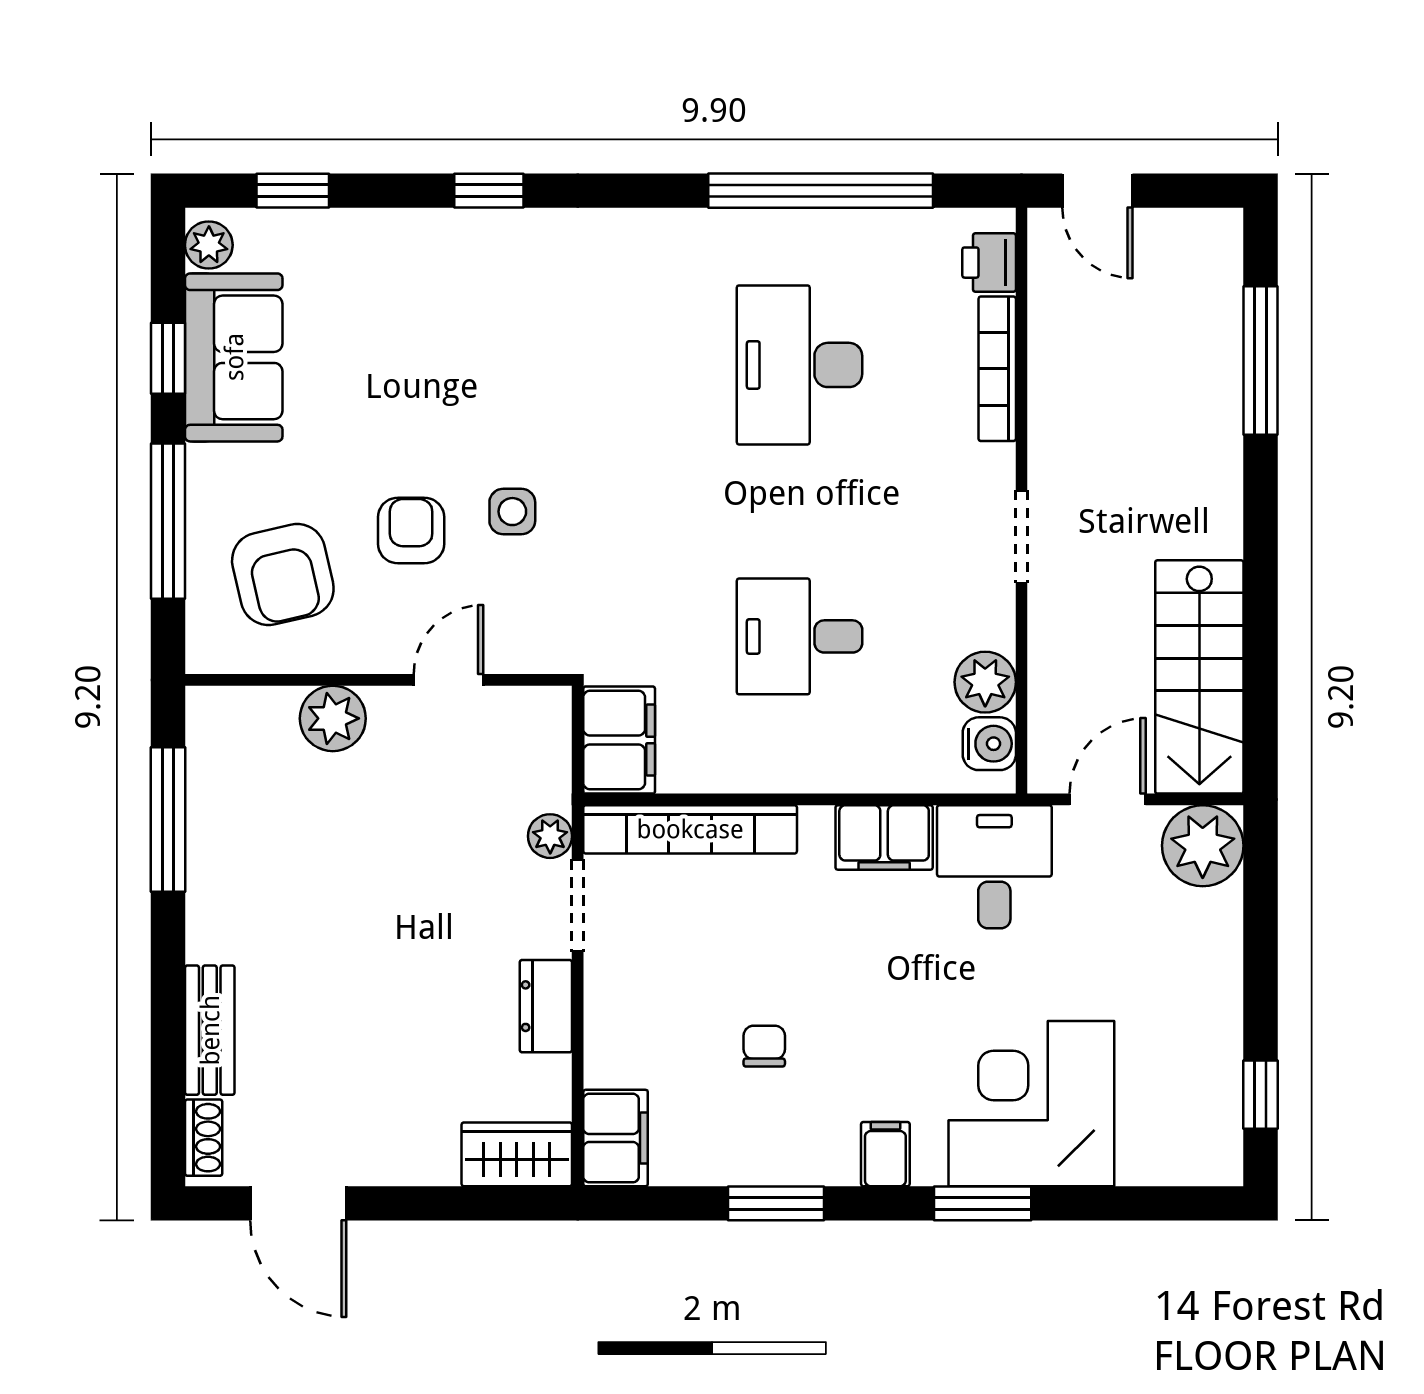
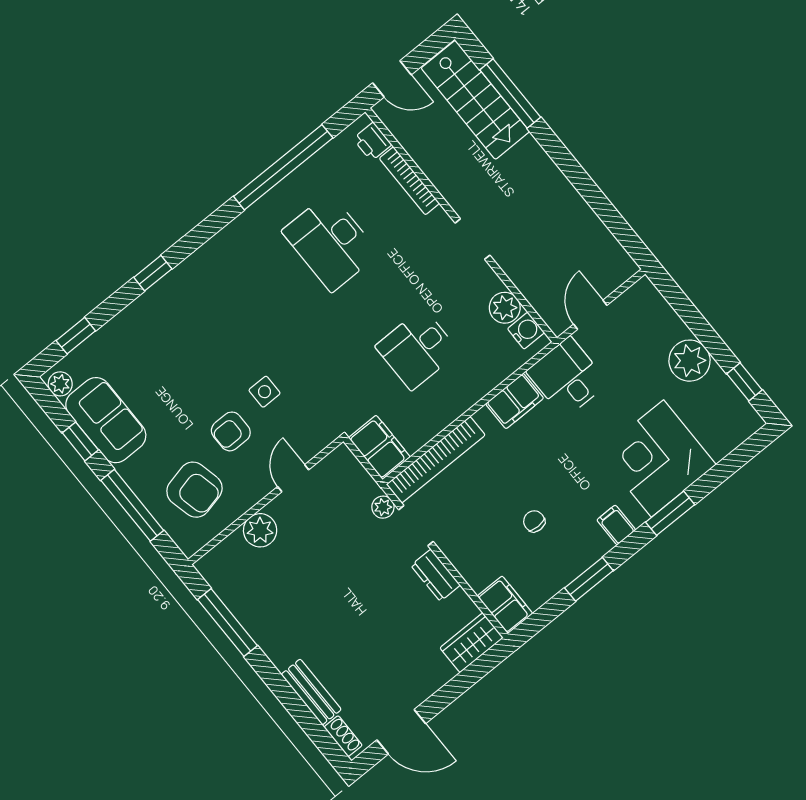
armchair: (411, 531) -> (231, 431), turned -90
stairs: (1199, 677) -> (475, 100), moved
plant: (1203, 846) -> (690, 361), moved

